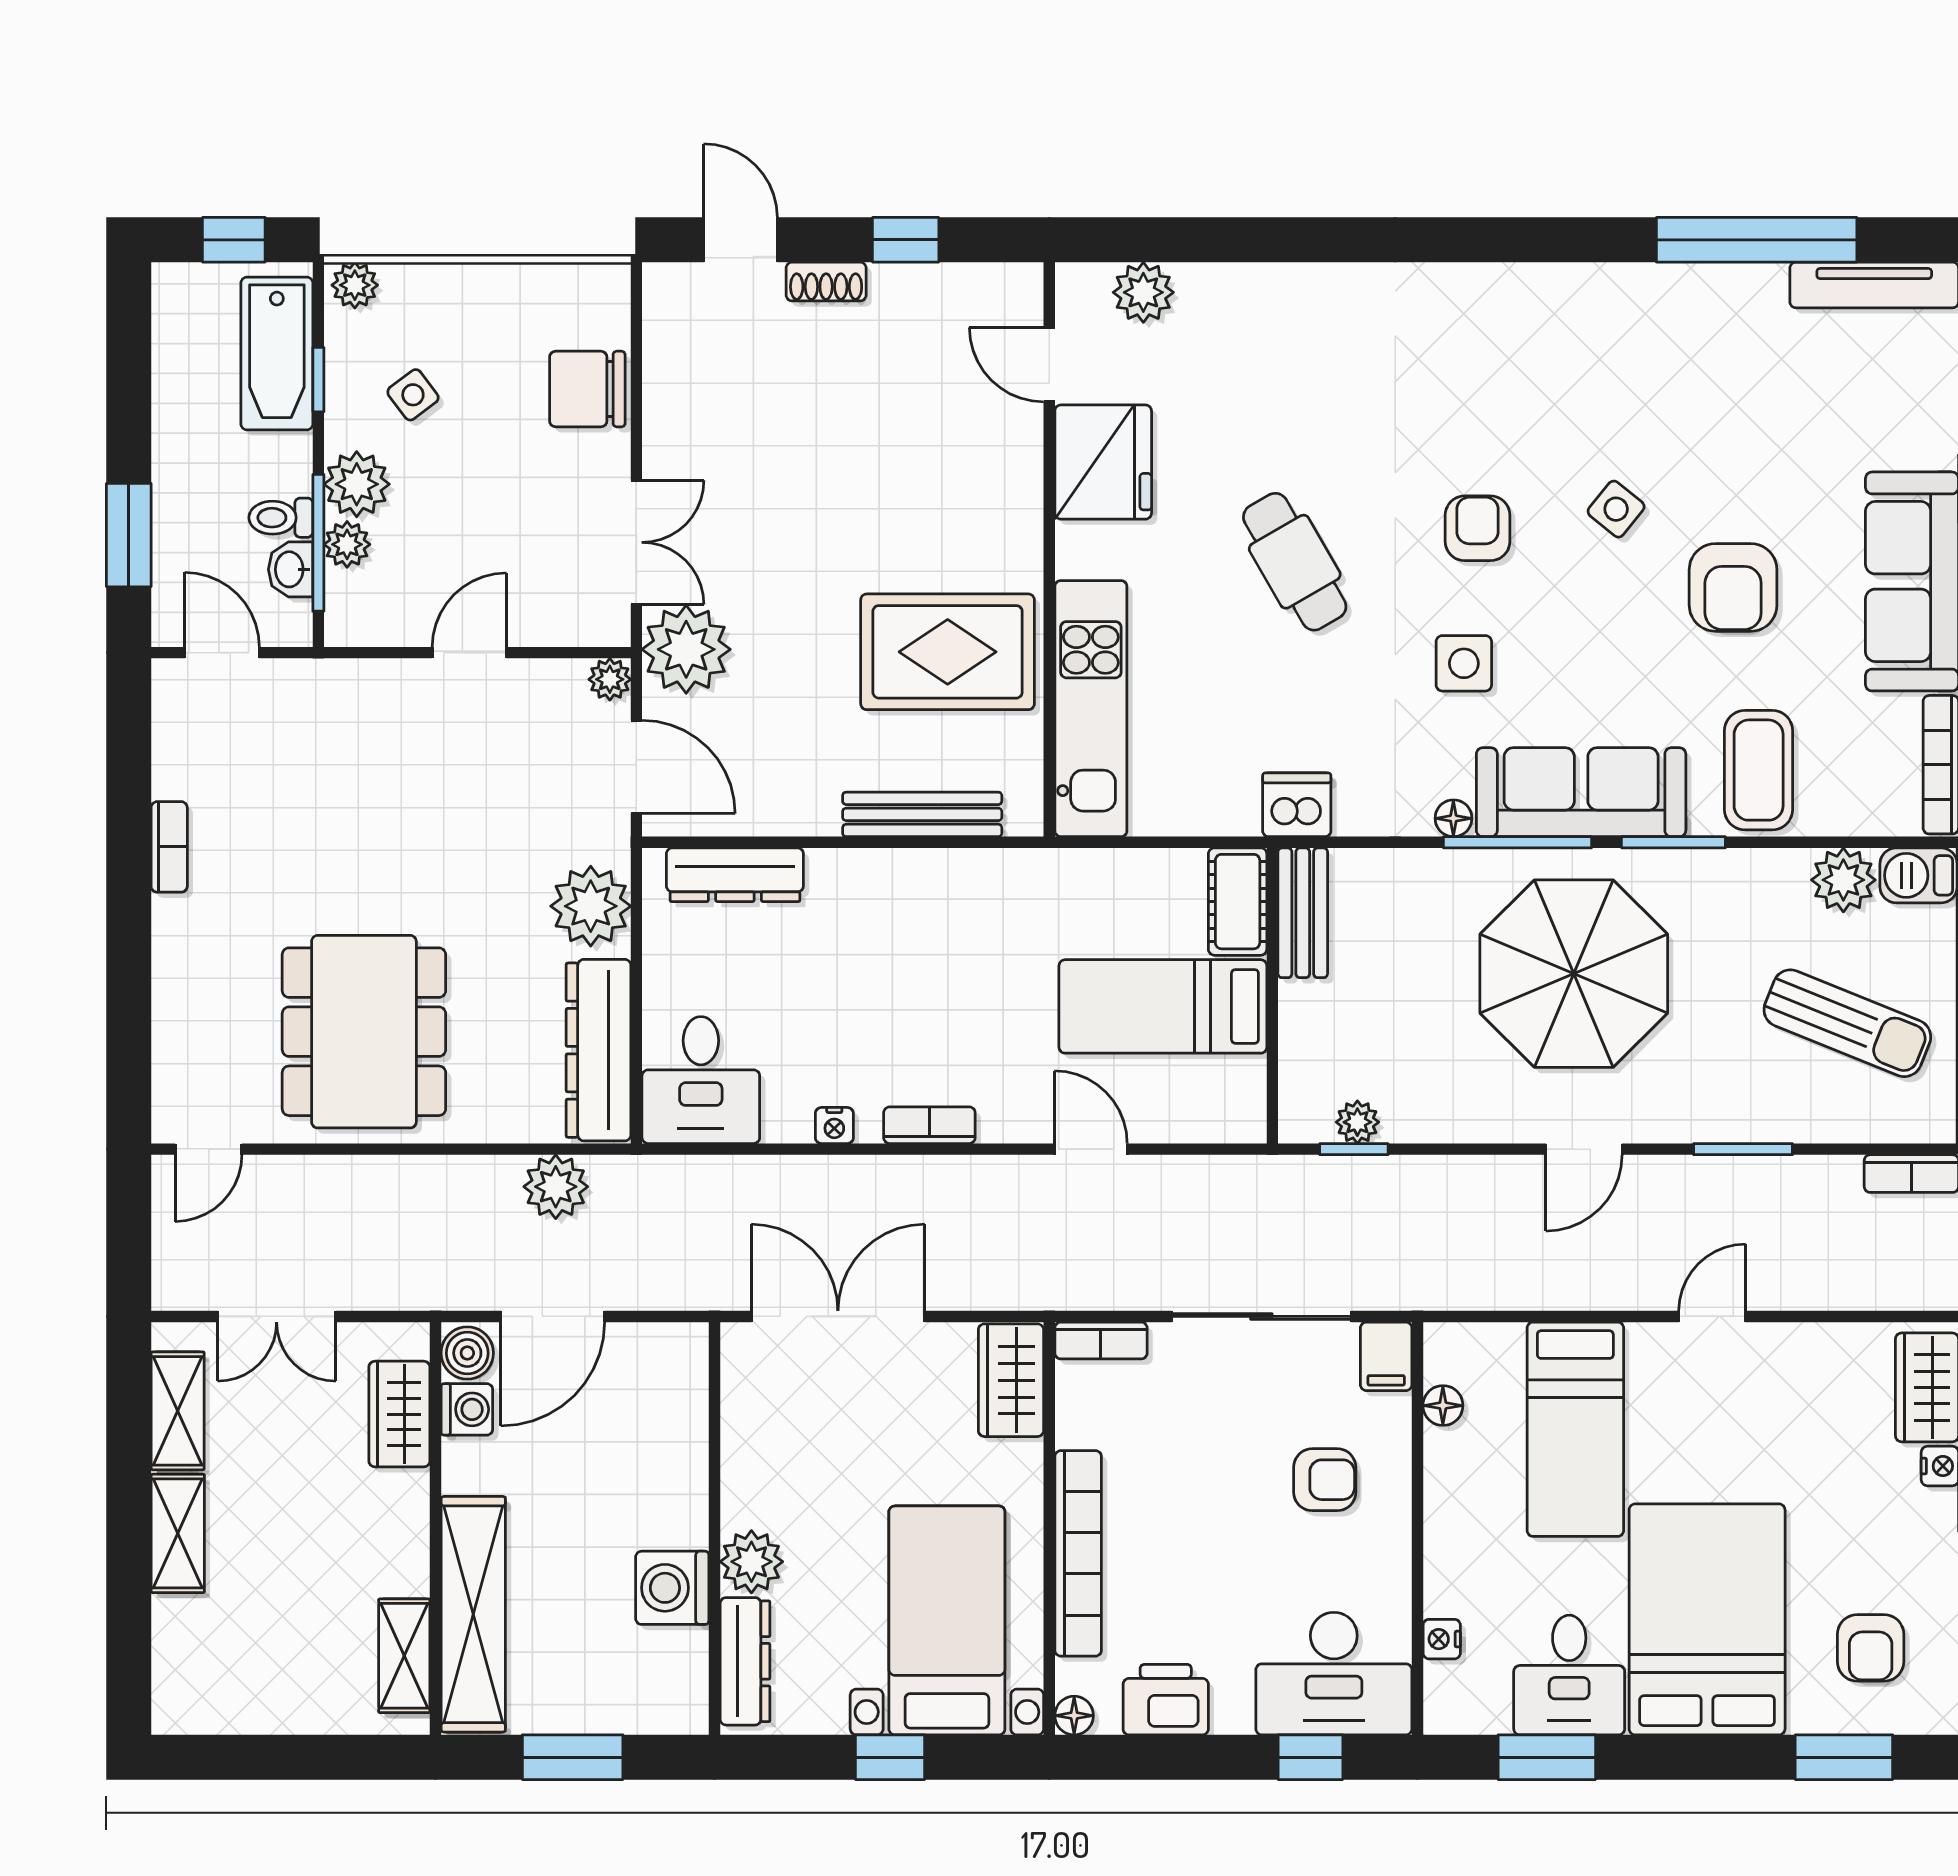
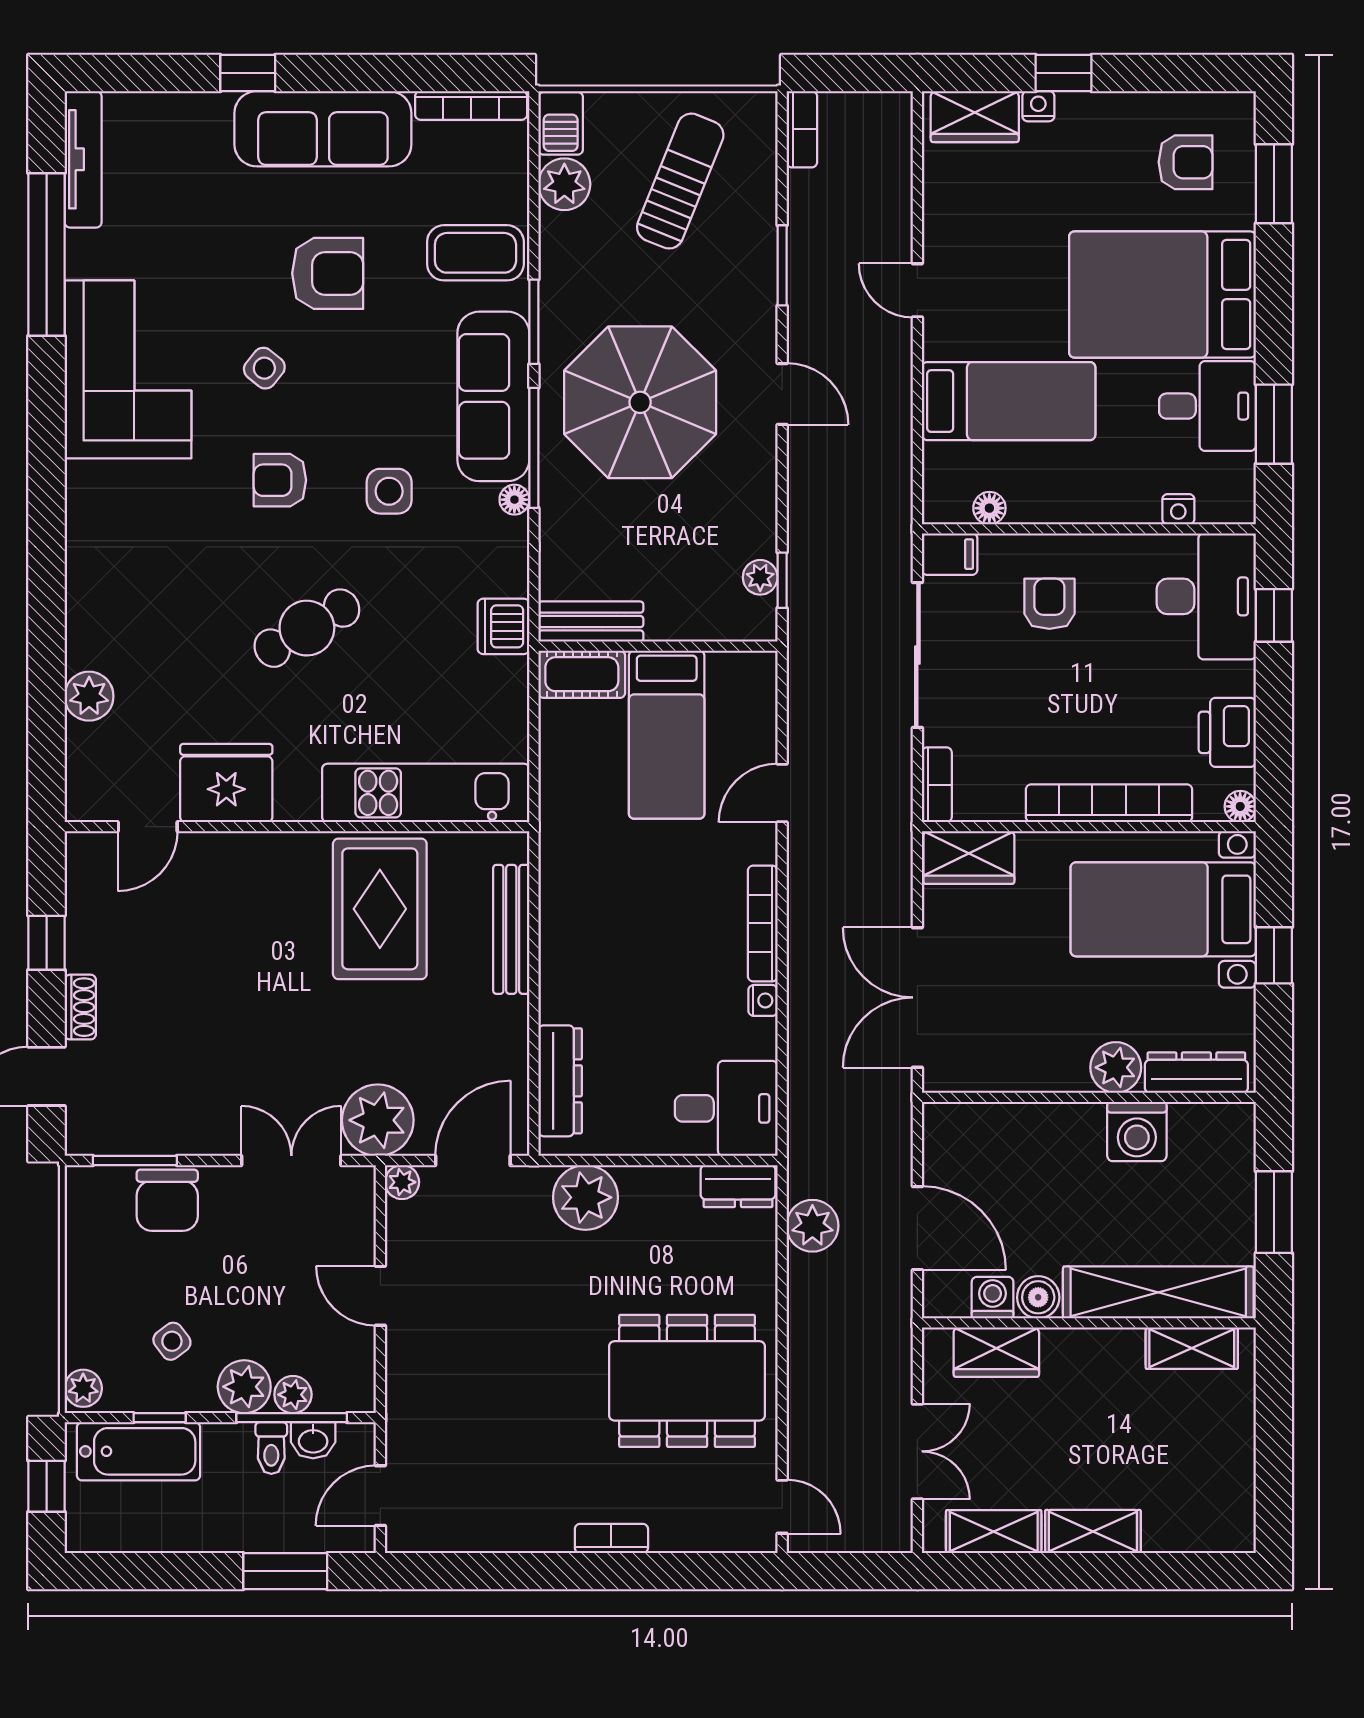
plant: (1143, 292) -> (89, 696), moved
corner sofa: (1615, 341) -> (128, 369), added
window: (636, 349) -> (135, 1161), added
bookcase: (169, 847) -> (611, 1538), moved
dresser: (598, 1050) -> (738, 1186), width x0.51, depth x0.80
bookcase: (929, 1125) -> (763, 923), width x1.56
boiler: (467, 1353) -> (1038, 1297), moved

